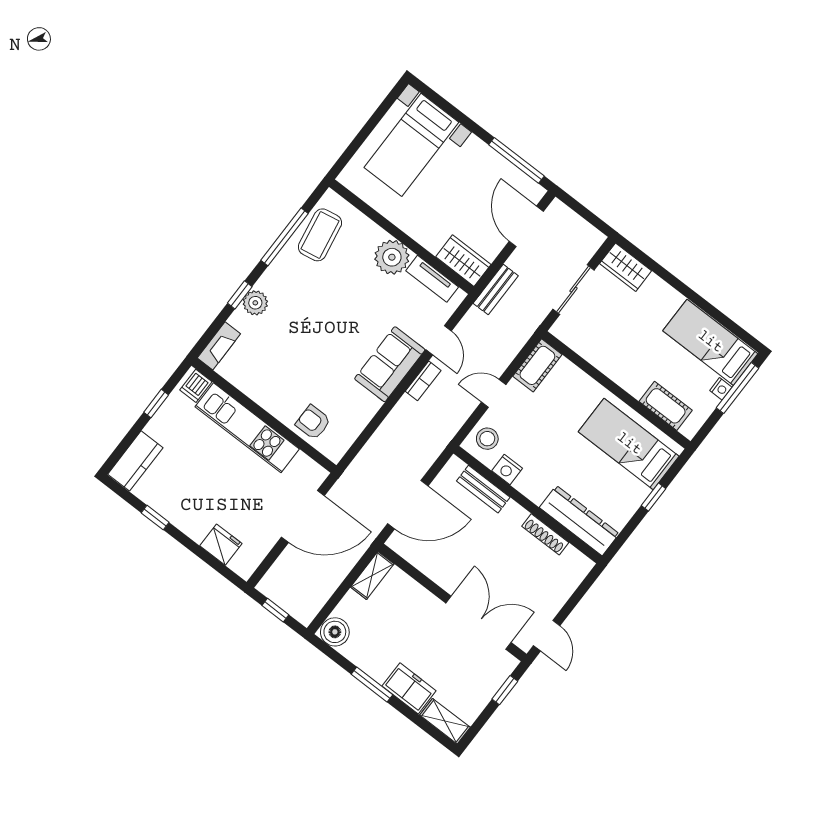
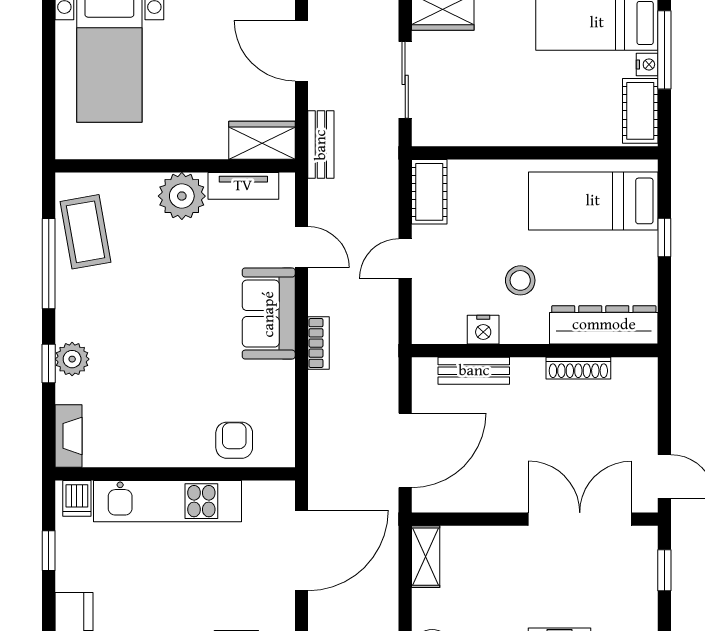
bookcase: (423, 381) -> (319, 343), moved
cot: (666, 406) -> (640, 111), moved, turned 90
armchair: (313, 422) -> (234, 440), turned 90
stool: (487, 439) -> (520, 280), moved

